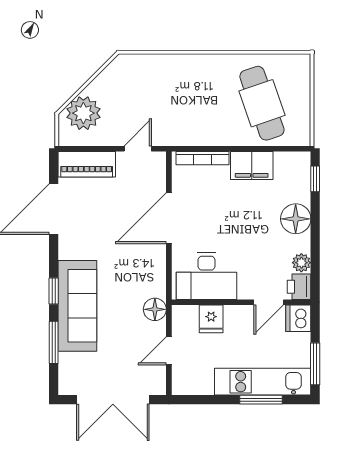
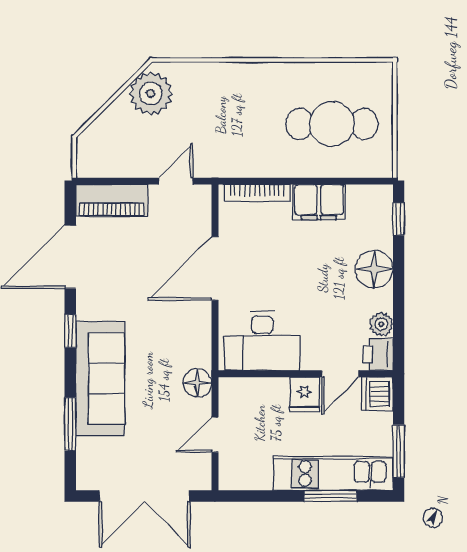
cafe table: (262, 103) -> (332, 124), turned -71
plant: (83, 113) -> (151, 94), moved
window: (54, 291) -> (70, 331), moved
fridge: (211, 319) -> (305, 395), moved

